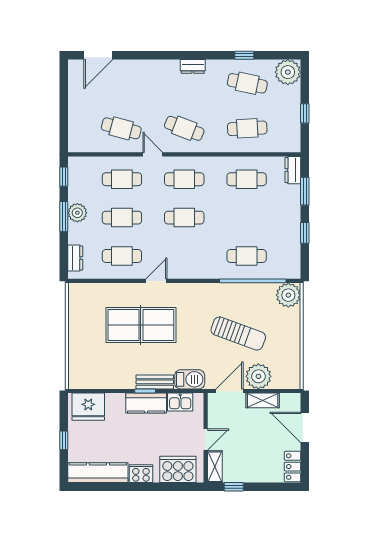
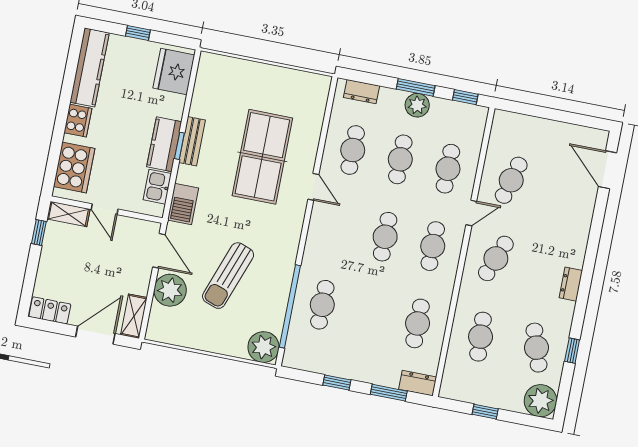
cafe table: (247, 83) -> (536, 348), turned -30
bench: (155, 382) -> (192, 141), moved
shelving: (263, 400) -> (134, 316), moved

